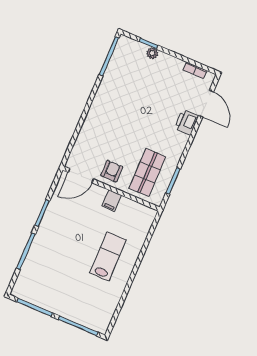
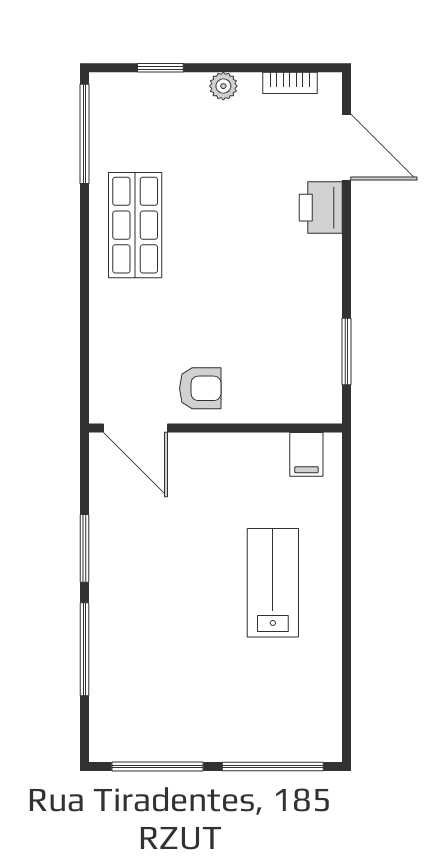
plant: (152, 53) -> (223, 86), moved
armchair: (112, 171) -> (200, 388), turned 90
shop shelf: (147, 173) -> (135, 225), moved
door: (81, 176) -> (135, 428), hinge flipped
filing cabinet: (112, 201) -> (306, 454), moved

